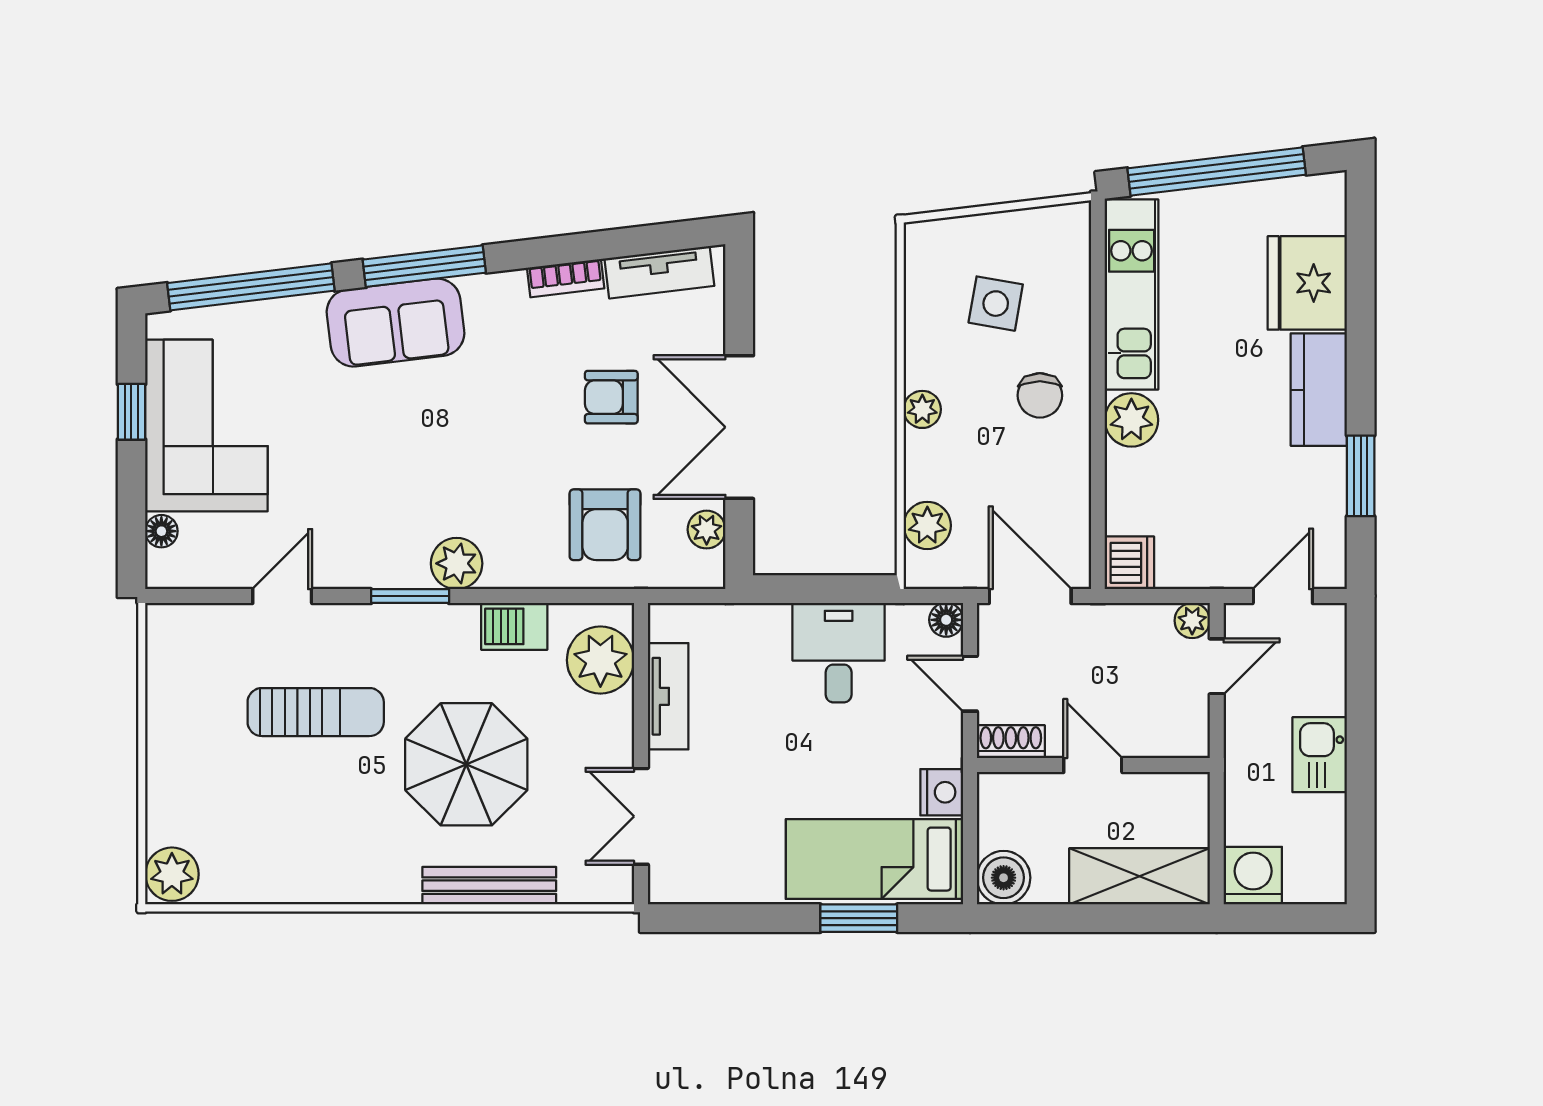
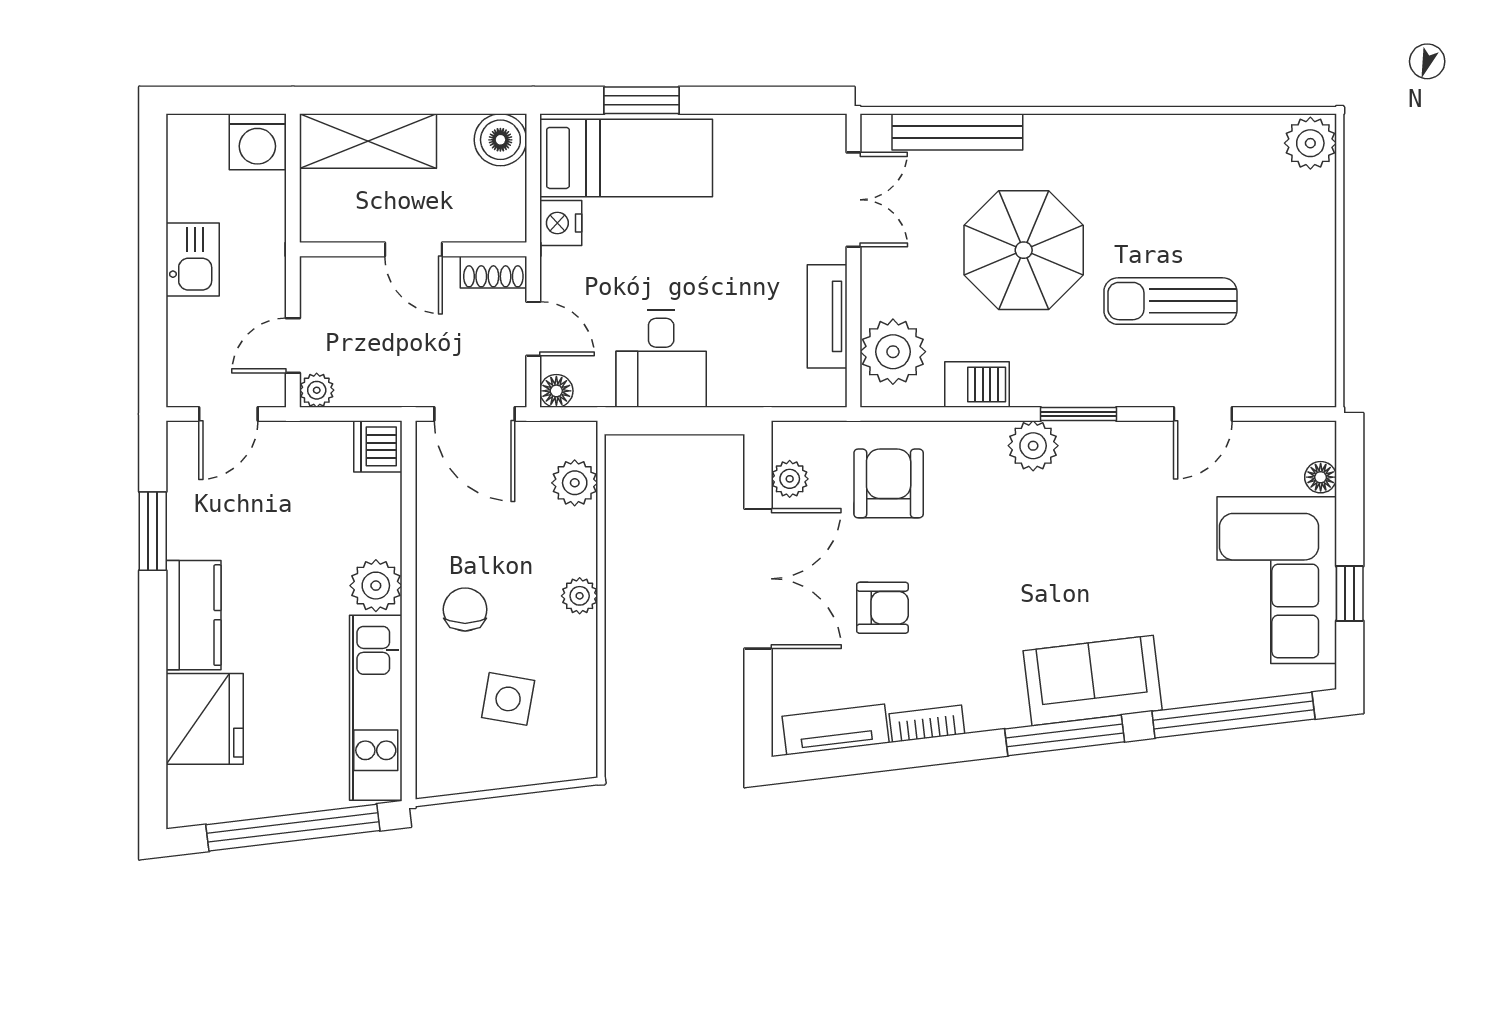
bench: (489, 886) -> (957, 132), moved

